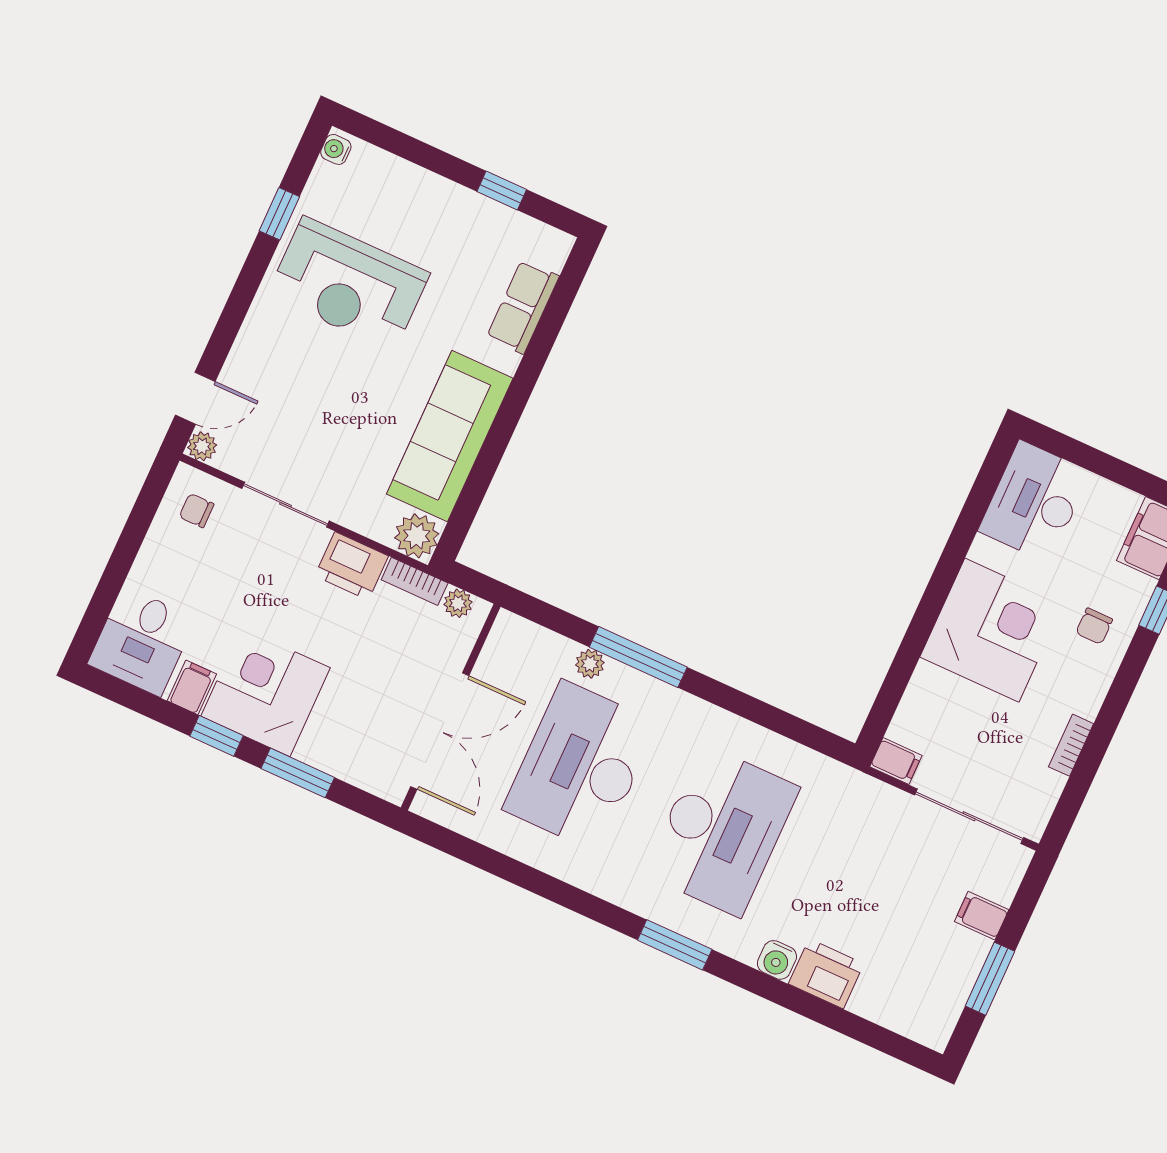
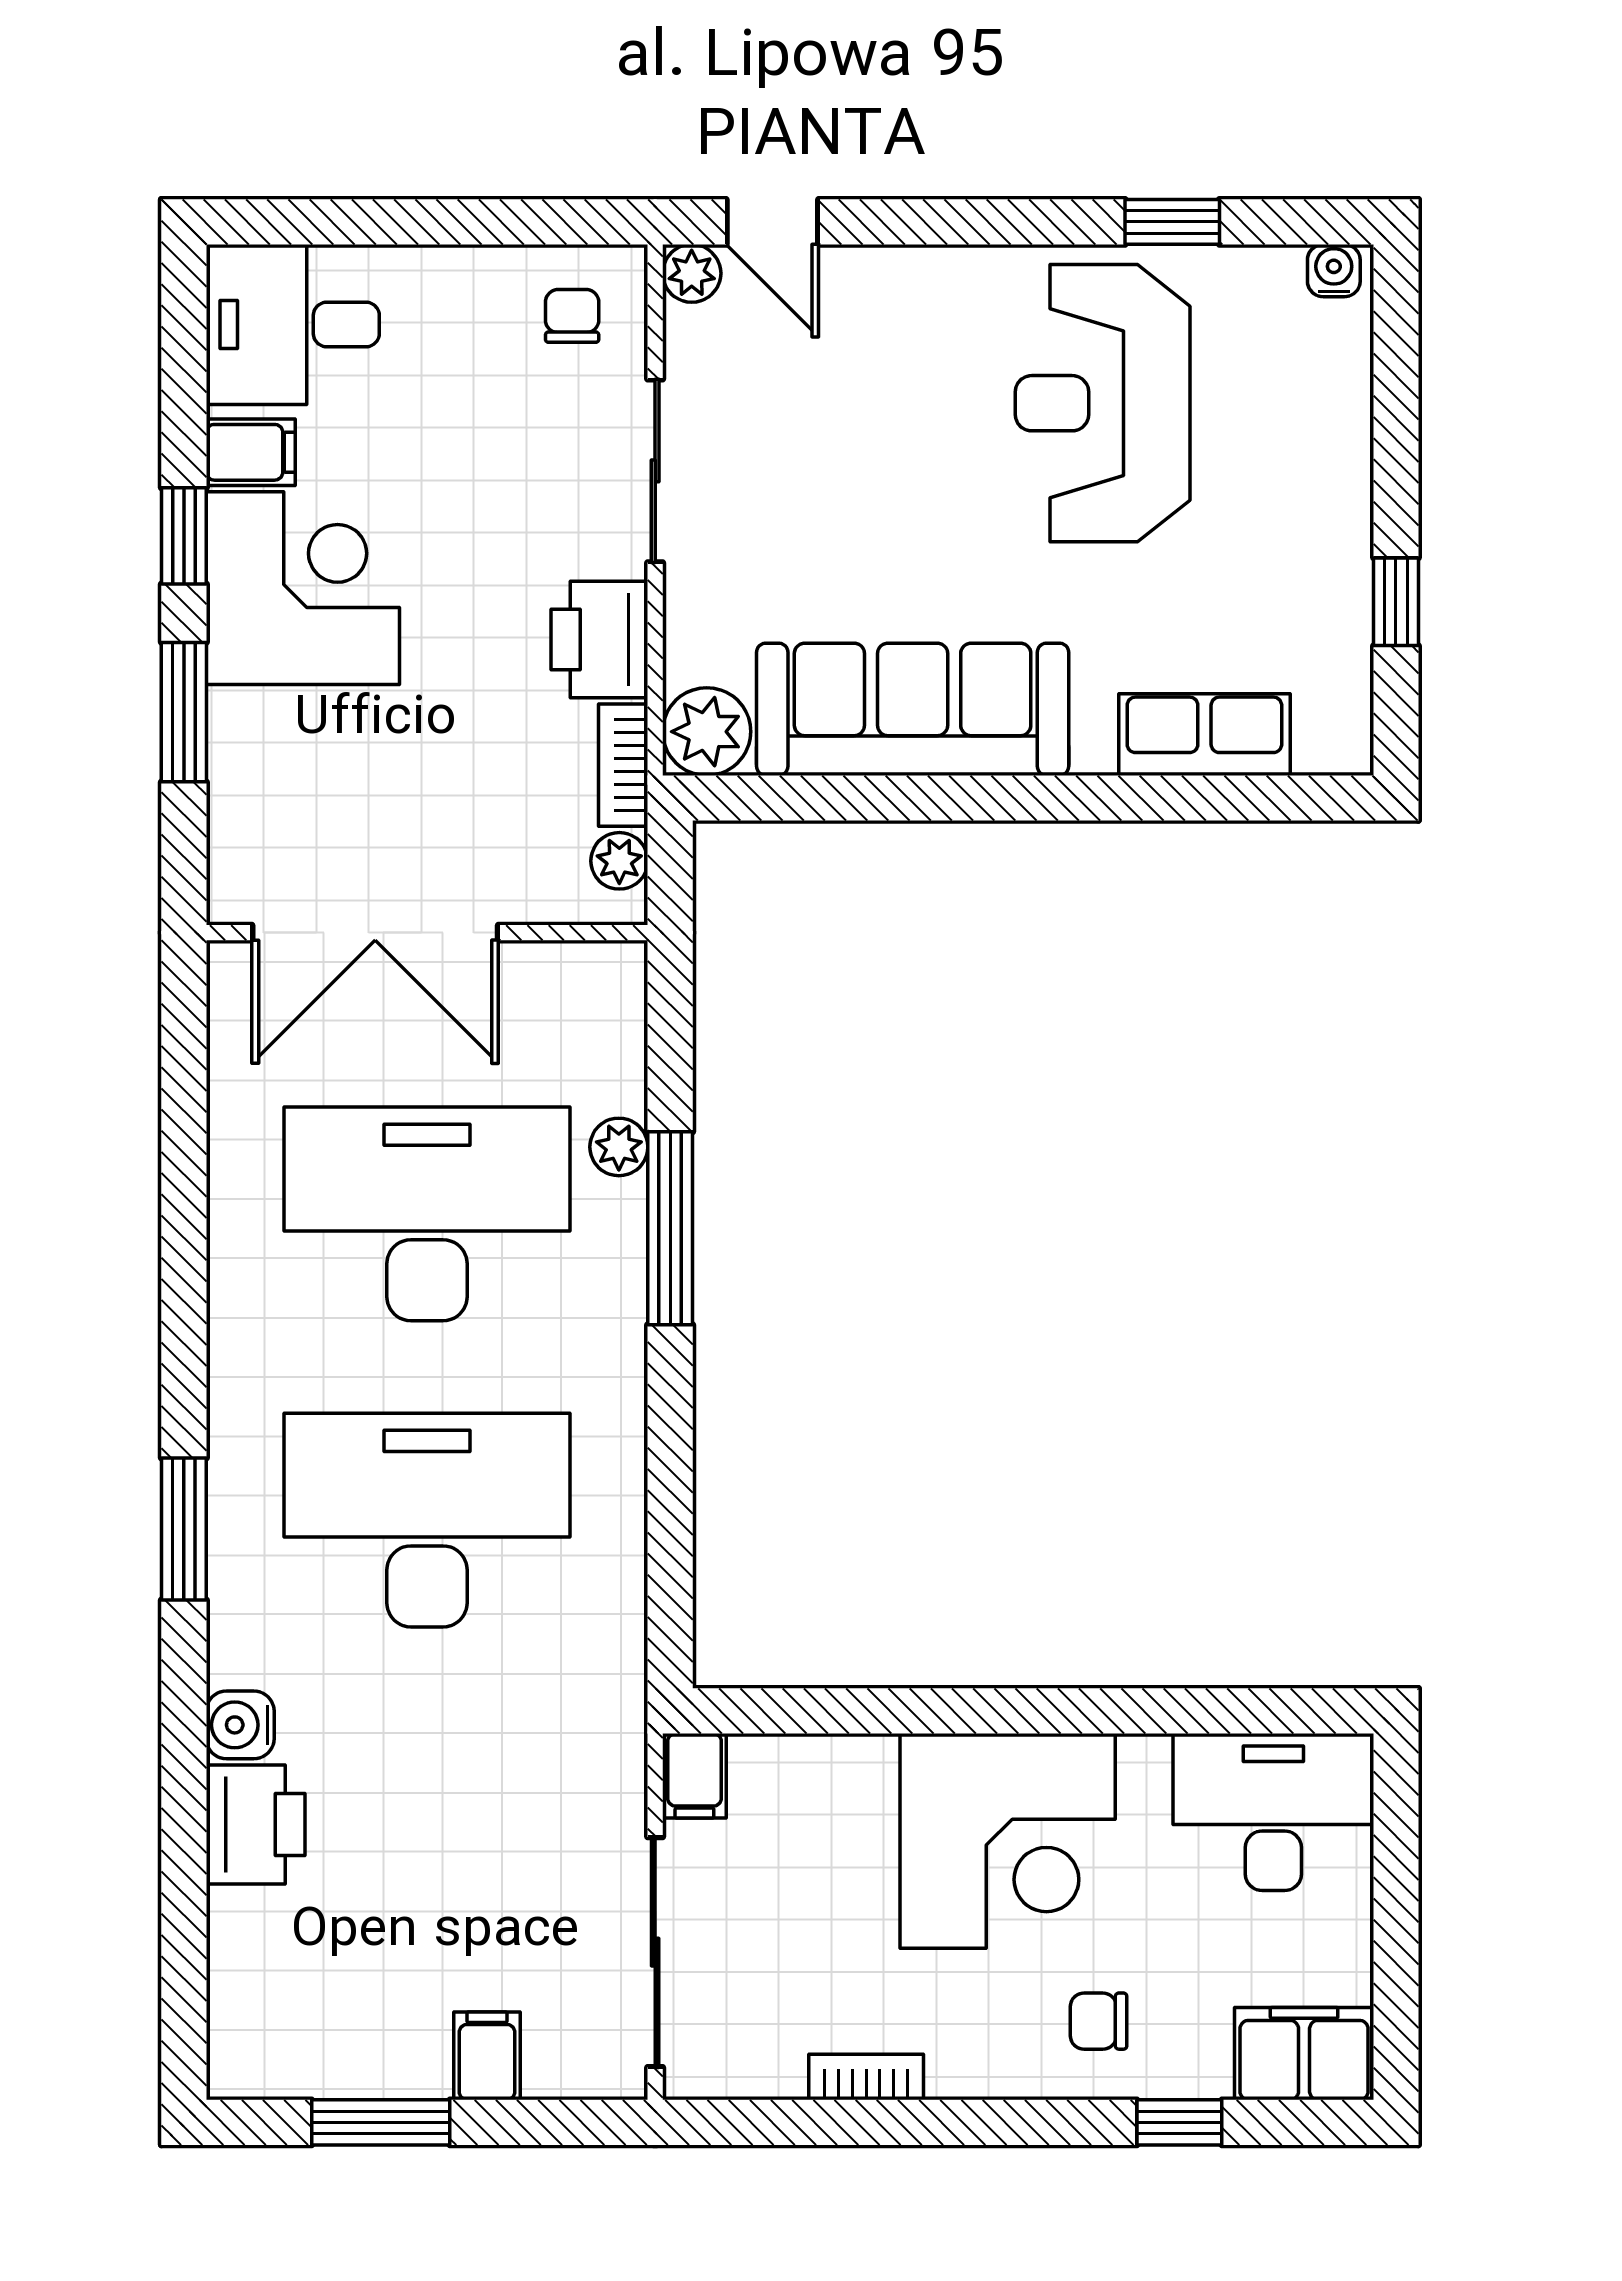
desk: (722, 831) -> (427, 1520), turned 180

